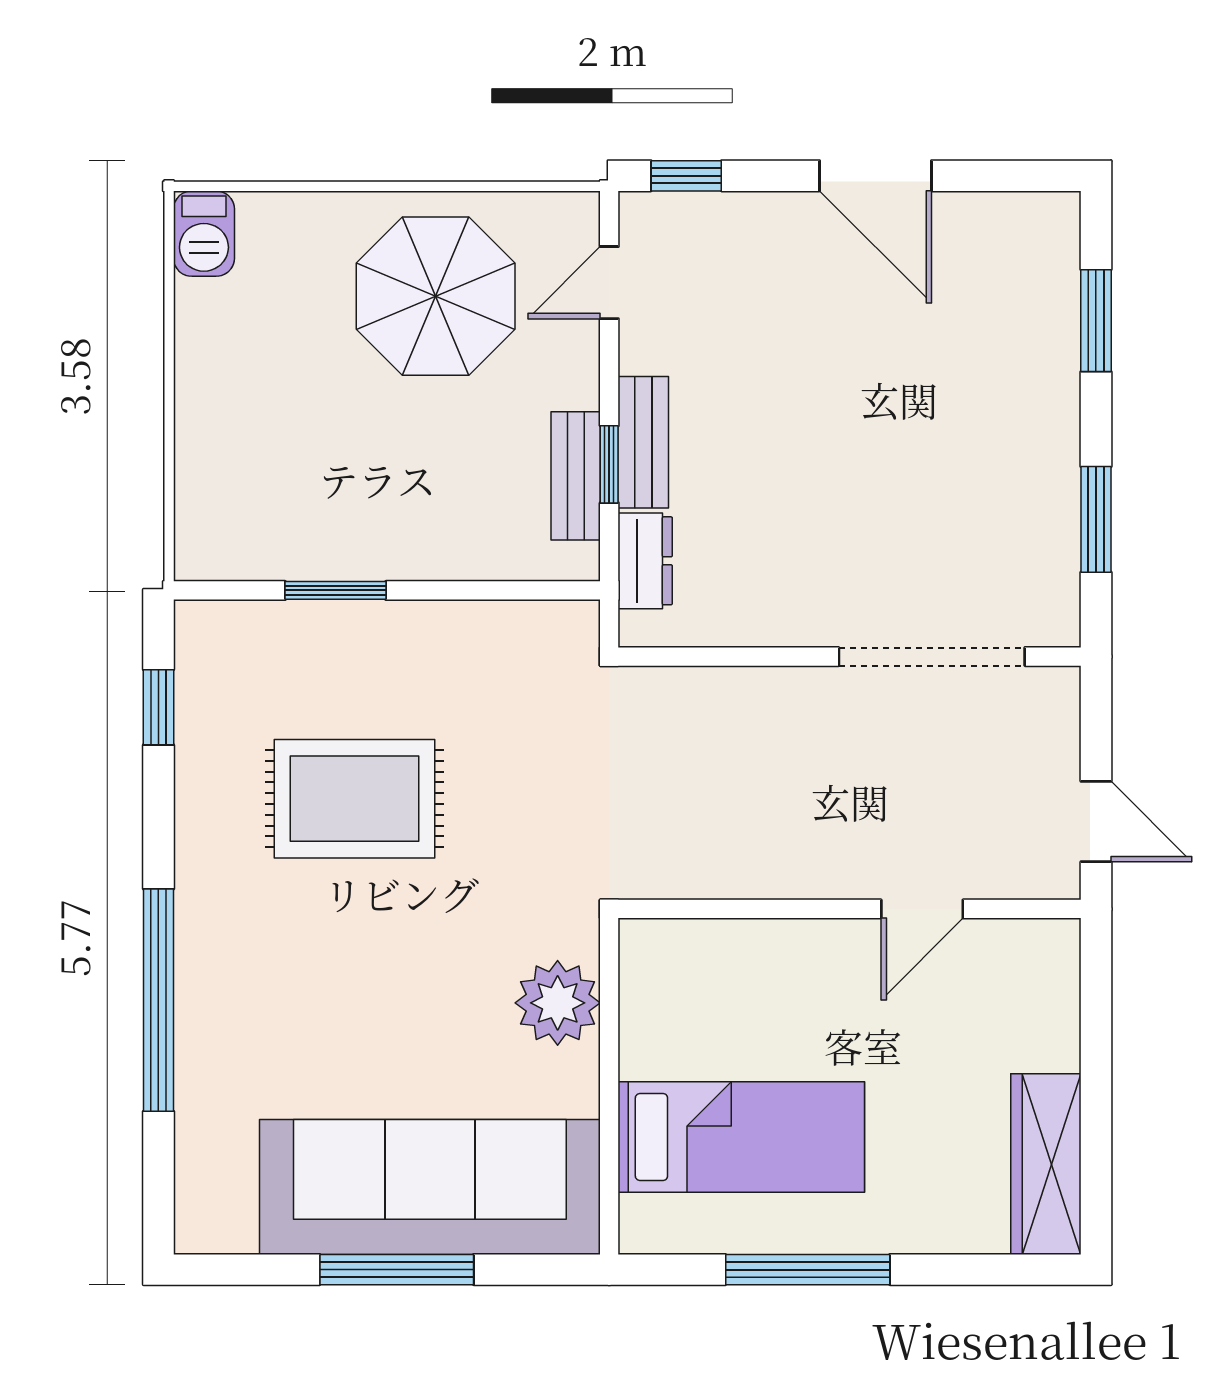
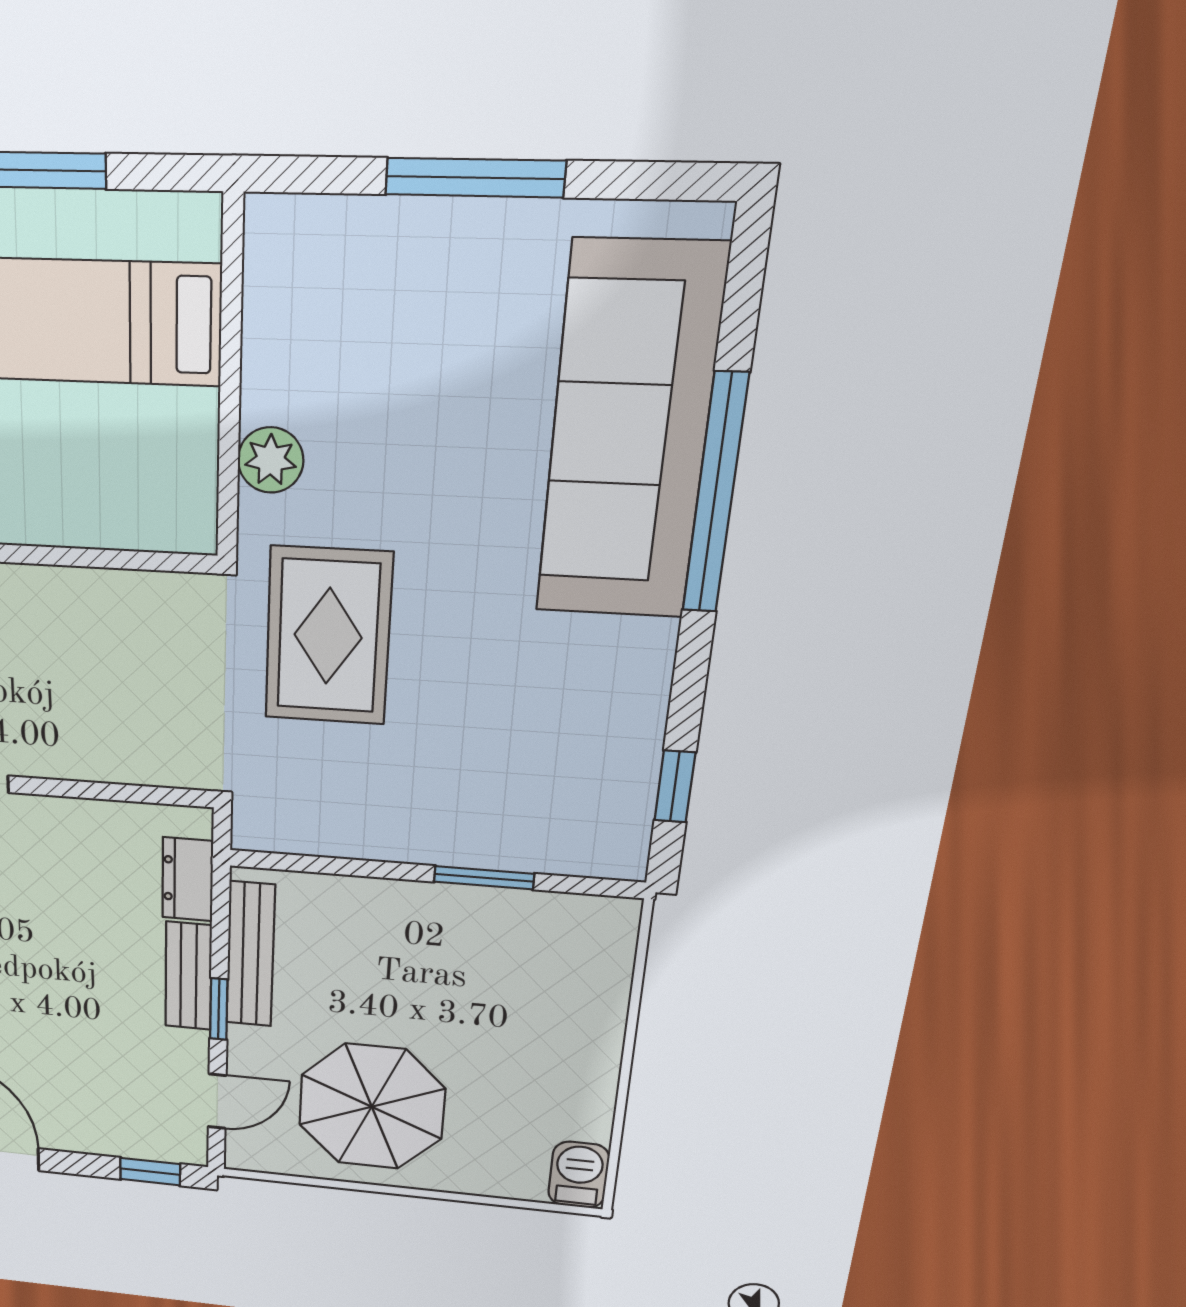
window: (609, 464) -> (219, 1009), moved
bench: (576, 476) -> (250, 955), width x1.36
rug: (355, 799) -> (328, 636), moved, turned 90
plant: (558, 1003) -> (271, 460), width x0.73, depth x0.73
sofa: (430, 1187) -> (629, 434), moved, turned 90

